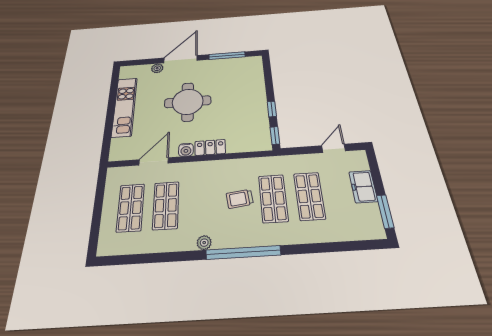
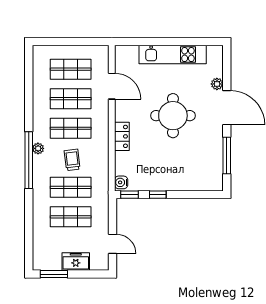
water cooler: (186, 150) -> (121, 182), moved
shop shelf: (201, 203) -> (71, 128), added
plant: (204, 243) -> (38, 148), moved

